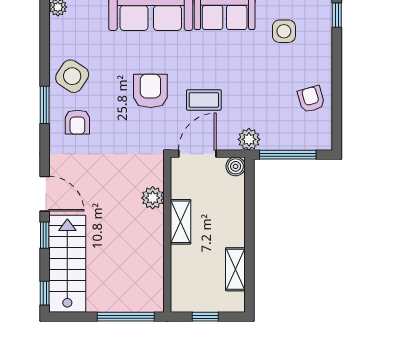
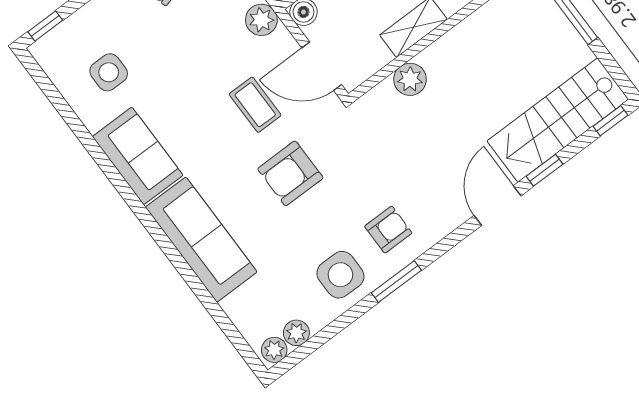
plant: (58, 27) -> (296, 333), added
side table: (72, 76) -> (340, 275), turned -33

